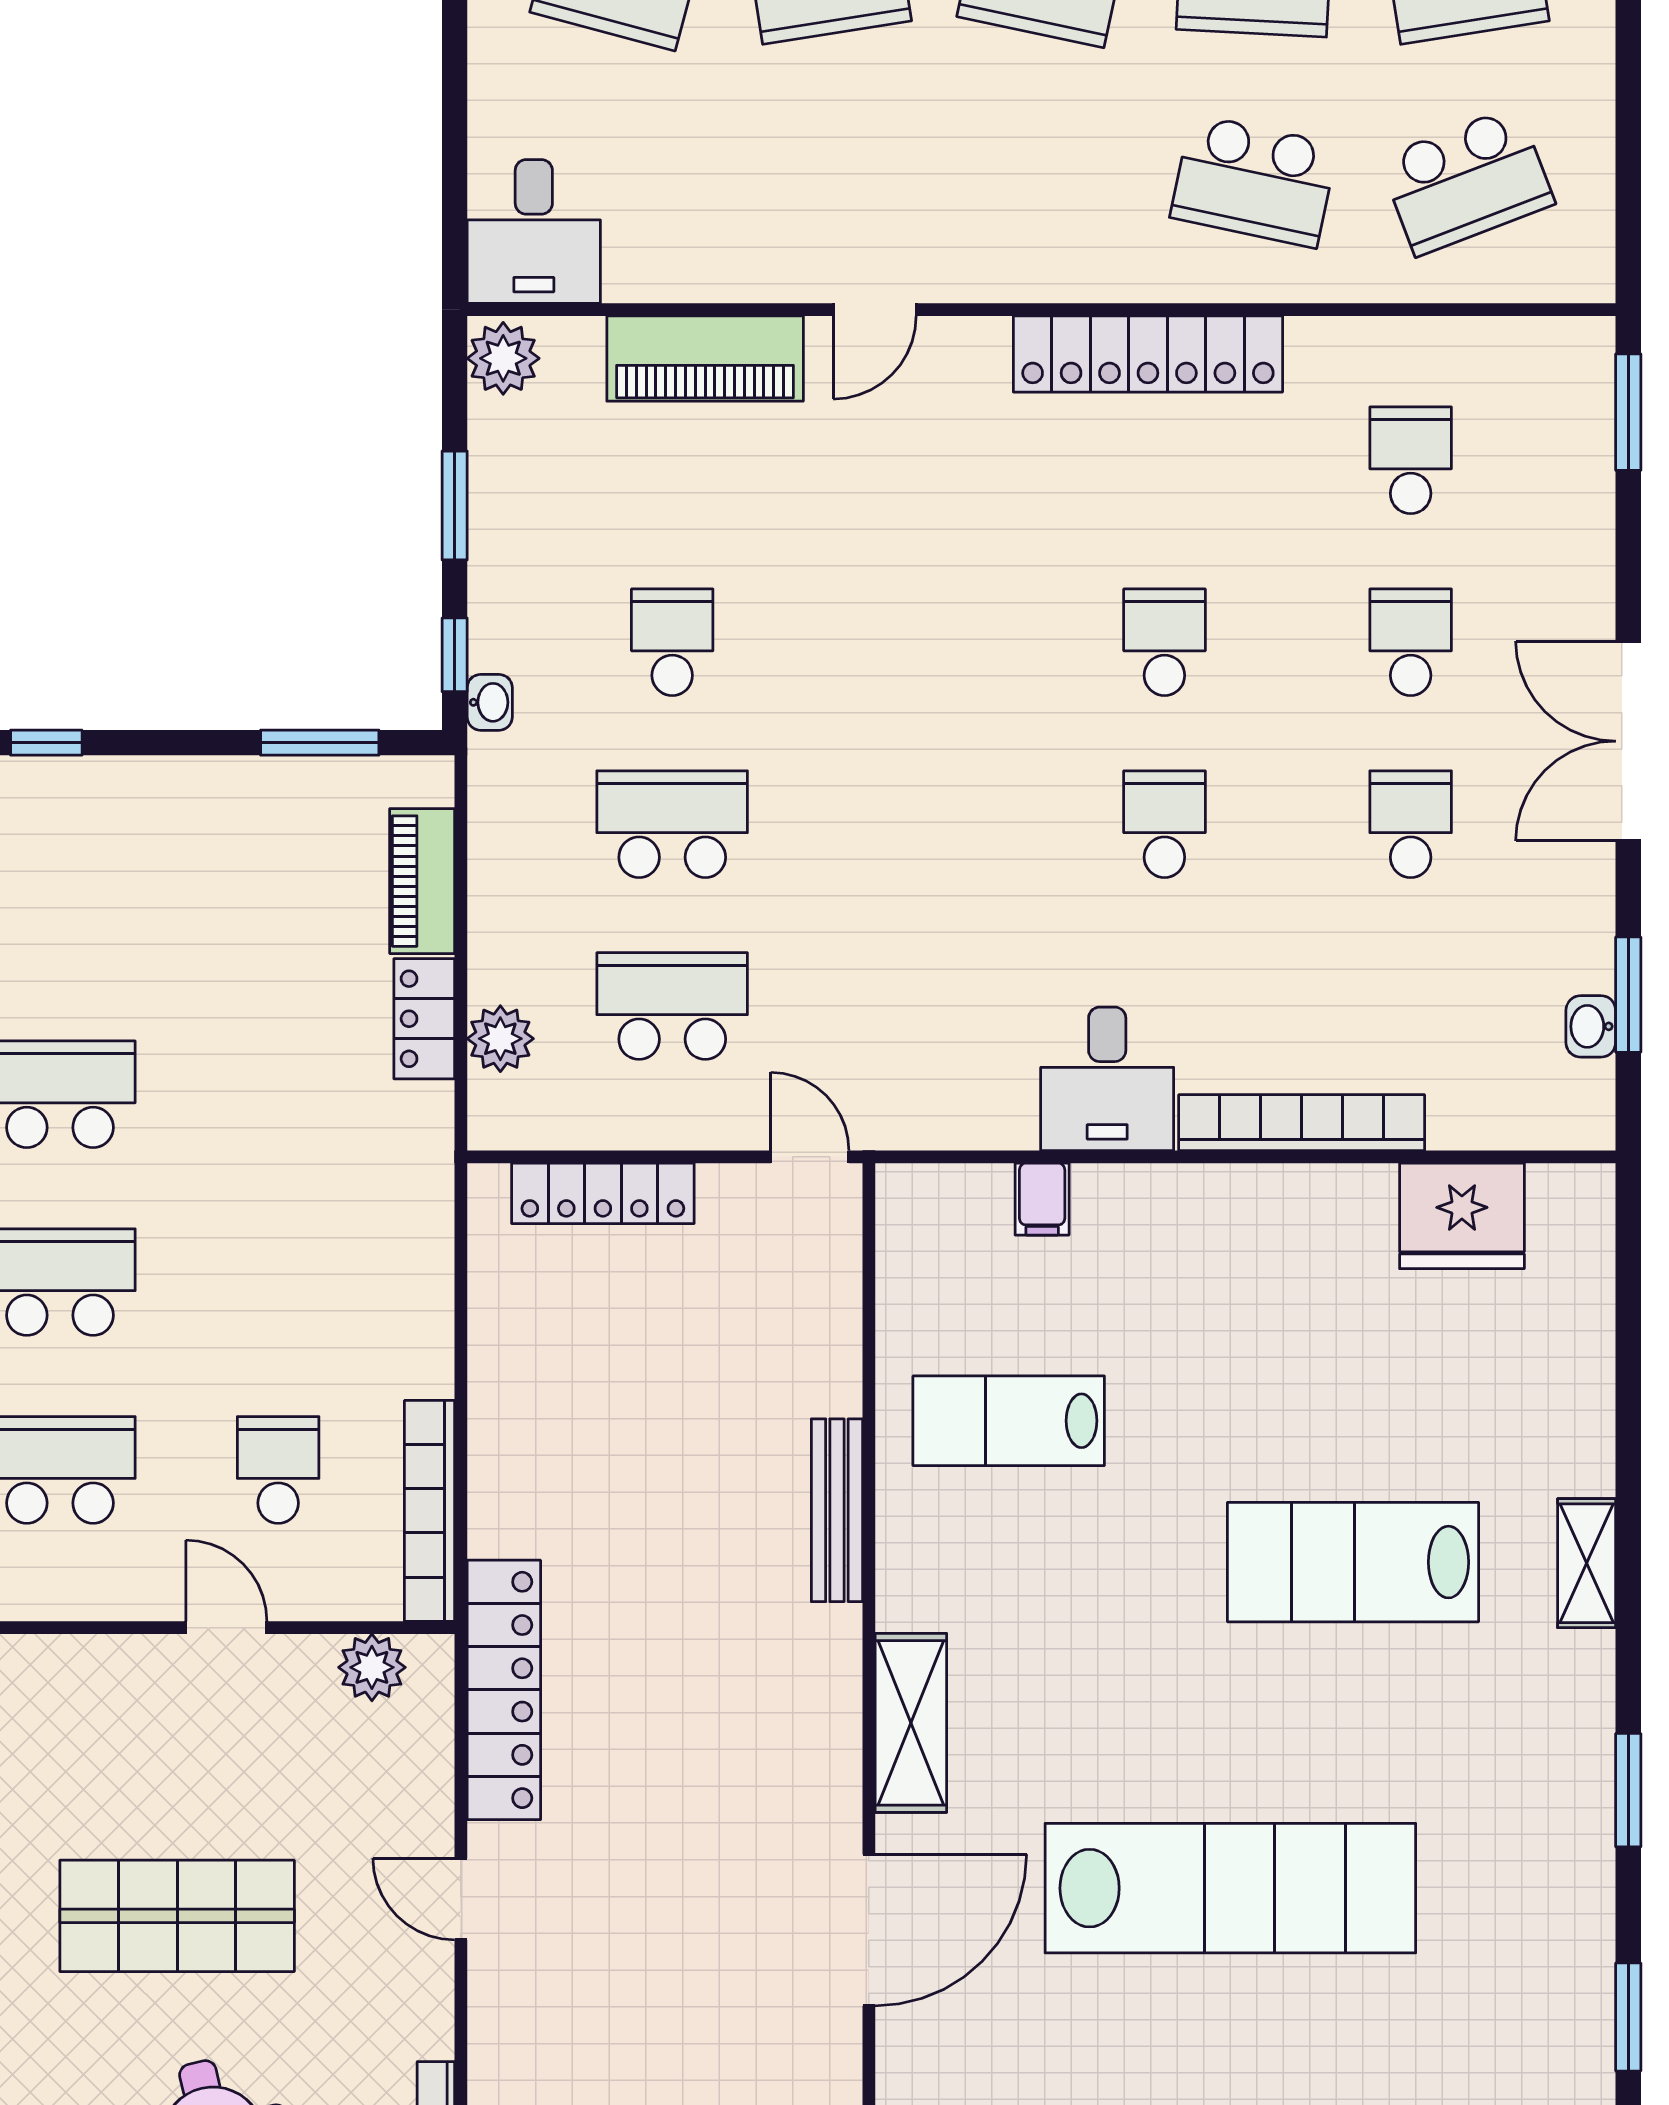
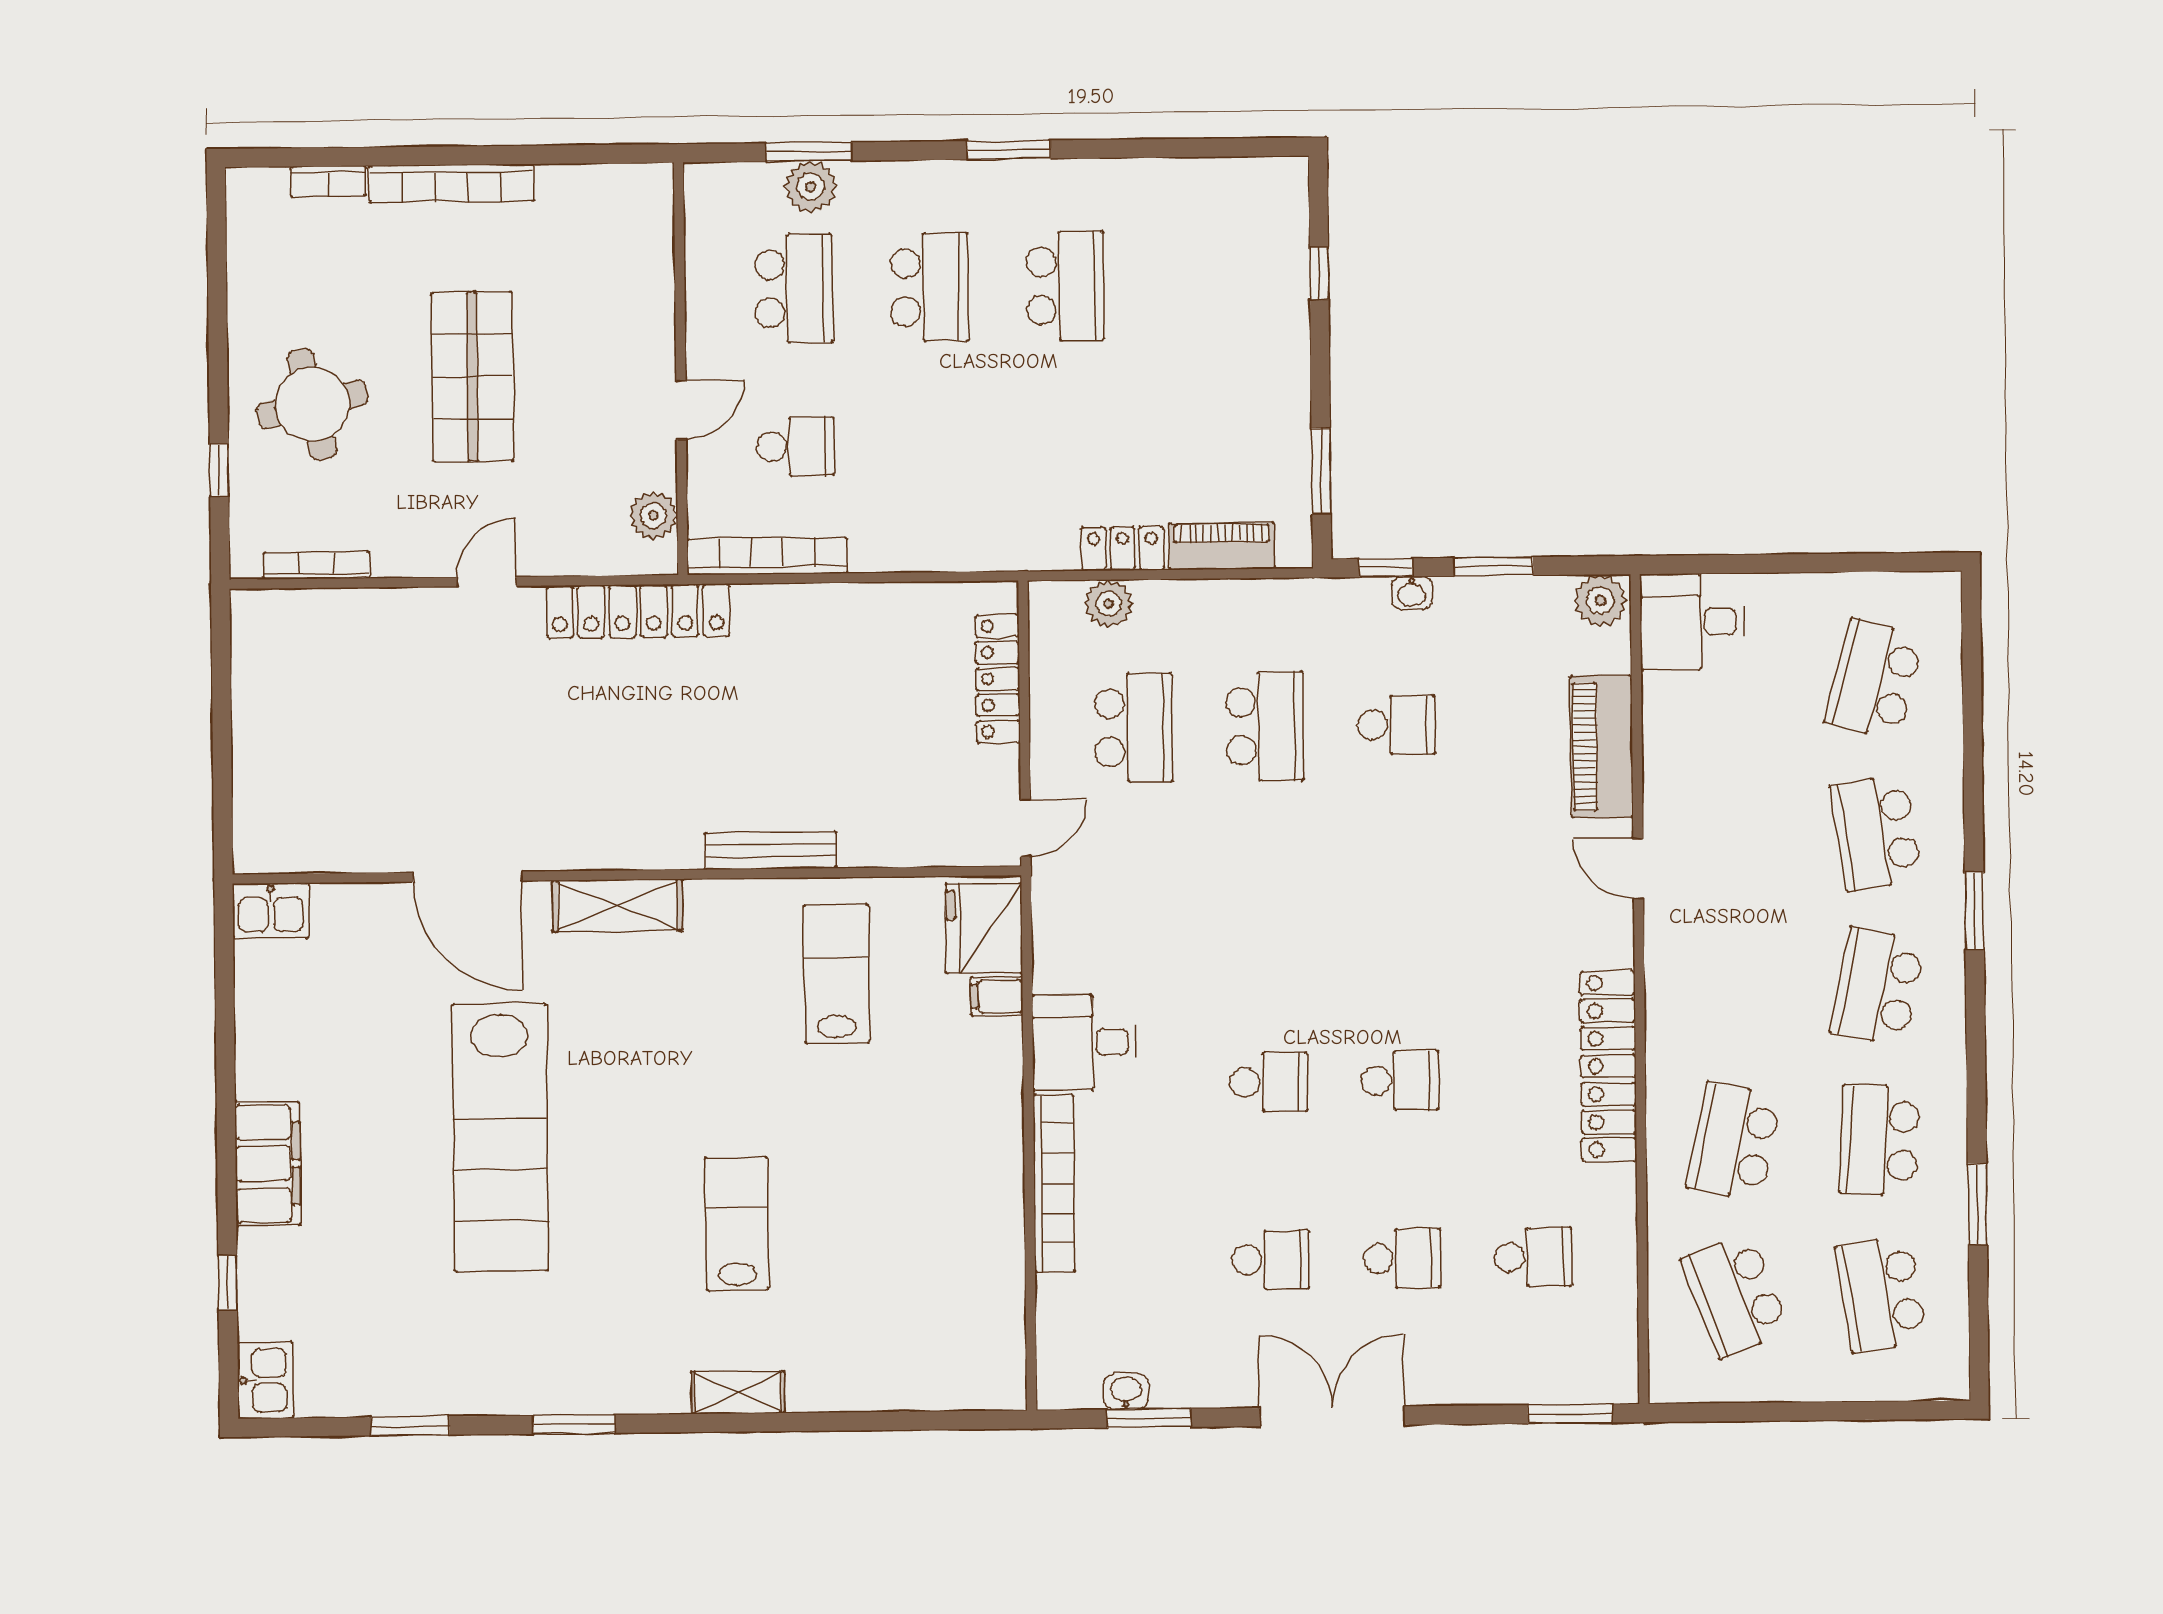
washbasin: (490, 702) -> (1412, 593), moved
fridge: (1462, 1216) -> (984, 928), moved
lab bench: (1353, 1562) -> (737, 1224), width x0.73, depth x0.72

